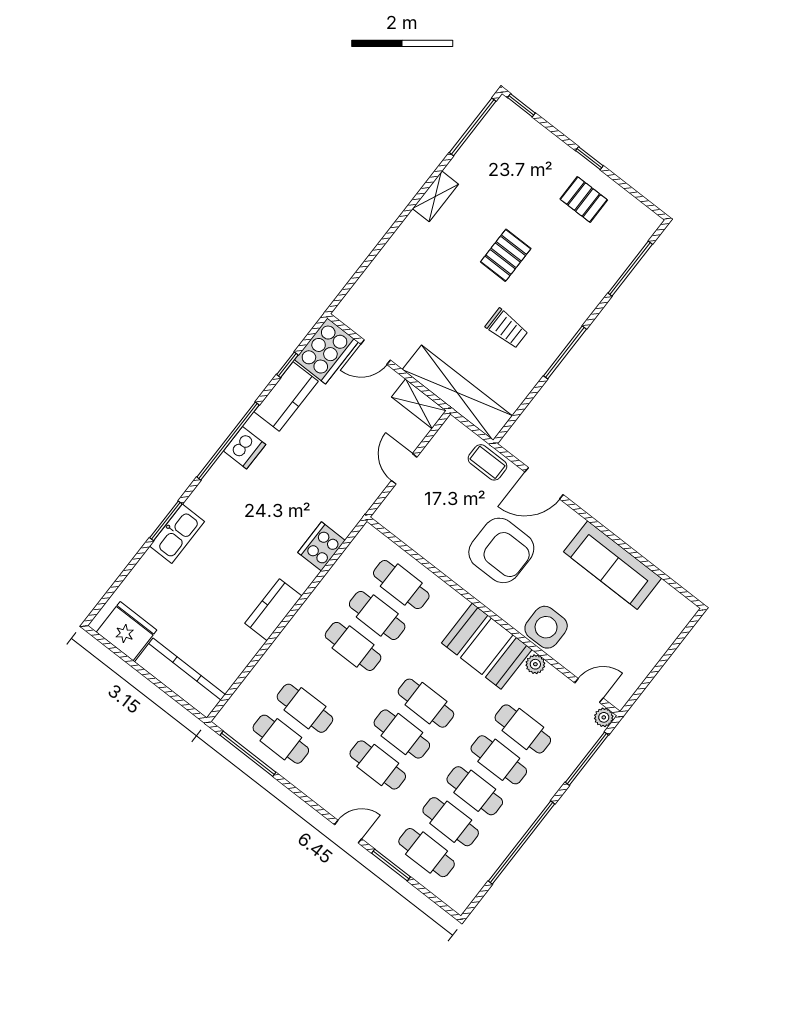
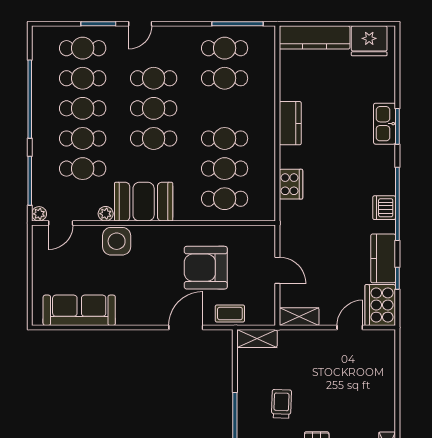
trolley: (507, 328) -> (281, 404), turned 92
shelving: (457, 393) -> (257, 339), width x0.45, depth x0.75
armchair: (501, 550) -> (206, 268), moved
sofa: (612, 565) -> (79, 310), moved

